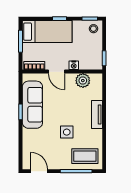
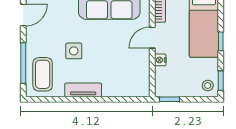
plant: (83, 81) -> (141, 72), removed
tv unit: (97, 114) -> (83, 90), moved

